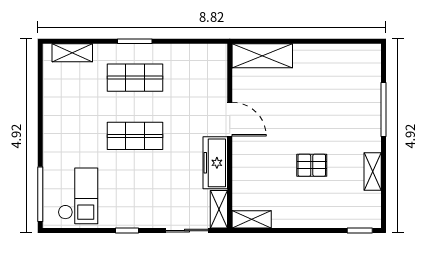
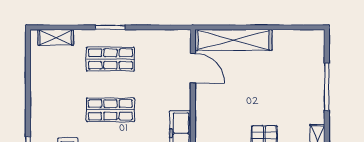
shelving: (262, 56) -> (233, 40), width x1.47
door: (230, 119) -> (193, 68), moved

